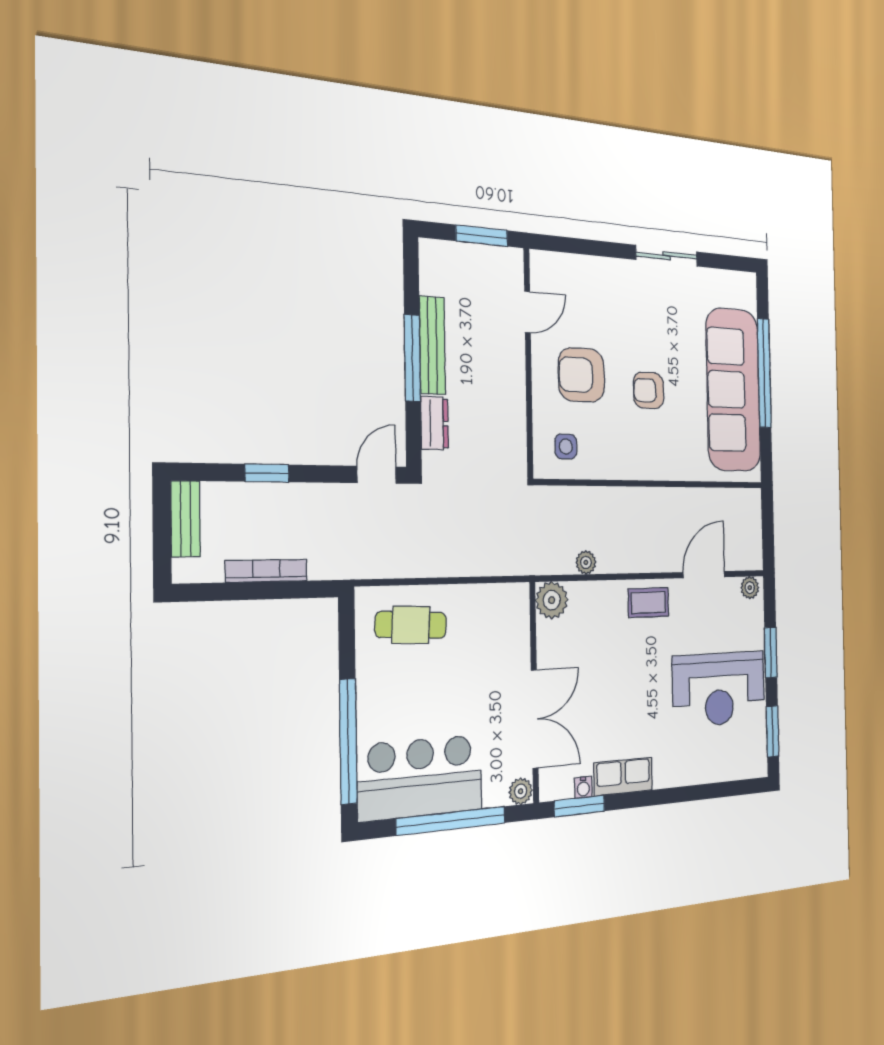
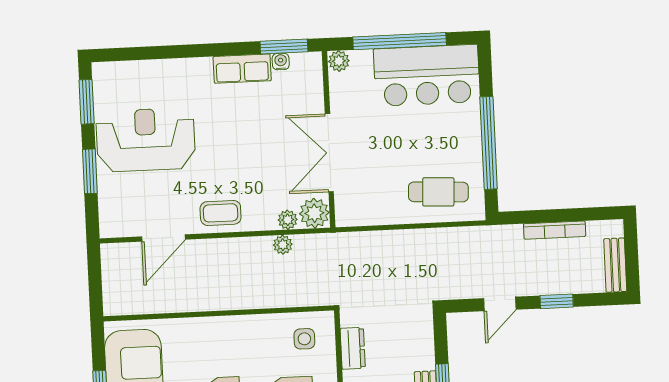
dresser: (435, 423) -> (353, 348), moved, turned 180
door: (377, 475) -> (500, 304), moved
plant: (750, 588) -> (288, 220), moved
double door: (535, 719) -> (329, 153), moved
window: (348, 741) -> (489, 143), moved

